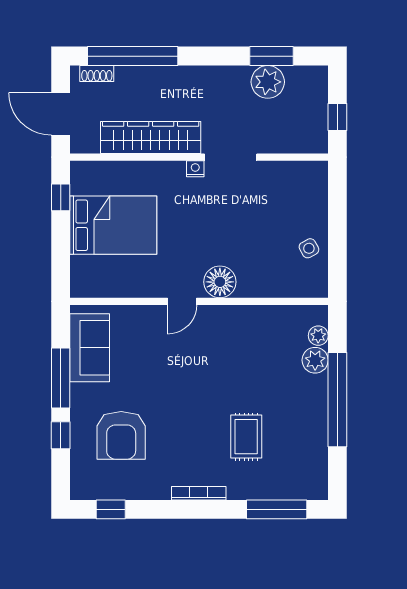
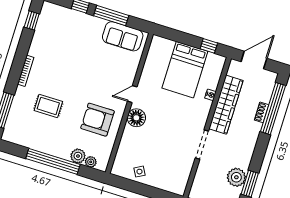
shoe rack: (97, 74) -> (262, 112), moved
nightstand: (195, 169) -> (211, 95), moved
door: (182, 301) -> (132, 94), hinge flipped
armchair: (121, 435) -> (97, 120), moved

